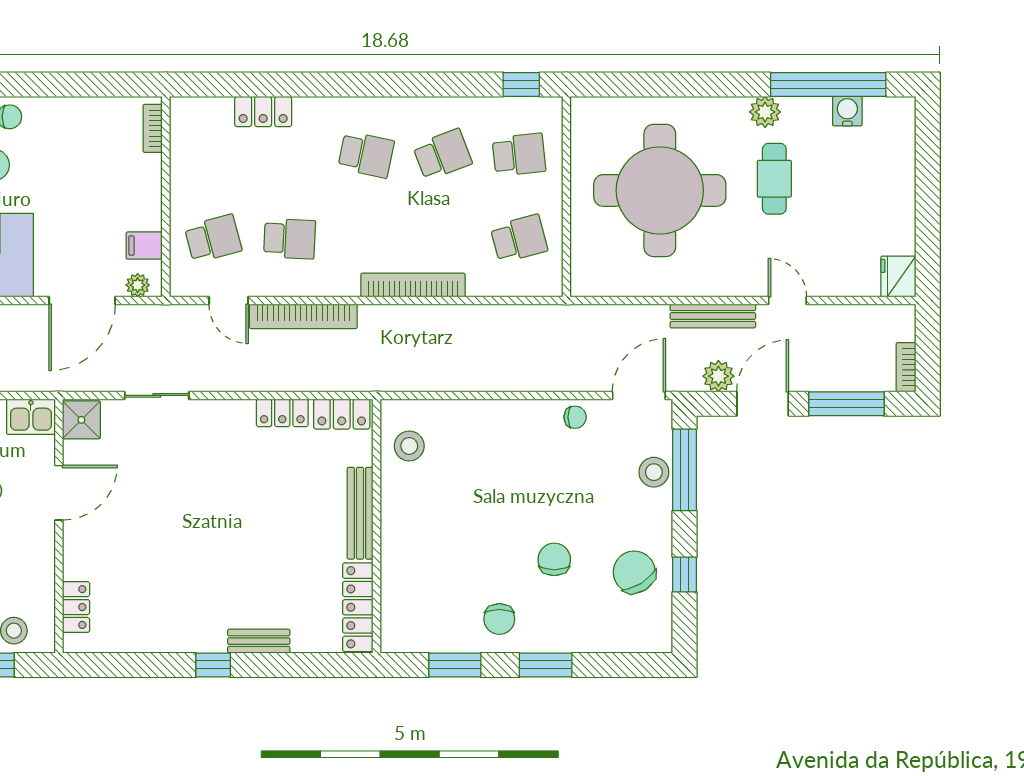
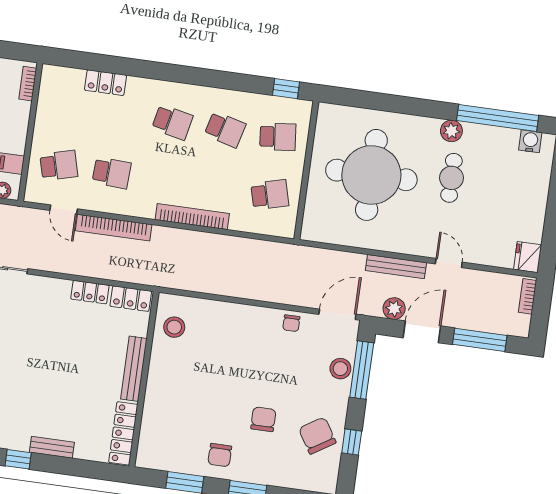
water cooler: (847, 111) -> (530, 141), moved
school desk: (443, 155) -> (225, 129), turned 36
bookcase: (906, 367) -> (528, 296), moved
chair: (575, 417) -> (291, 323), turned 90

